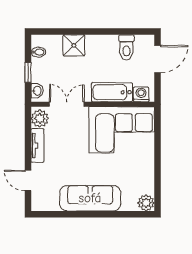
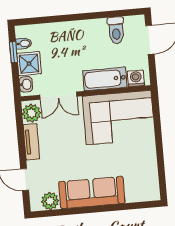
shower: (74, 45) -> (29, 64), moved
window: (28, 72) -> (13, 52), moved
double door: (67, 104) -> (58, 96), swing flipped
plant: (146, 203) -> (50, 201), moved

